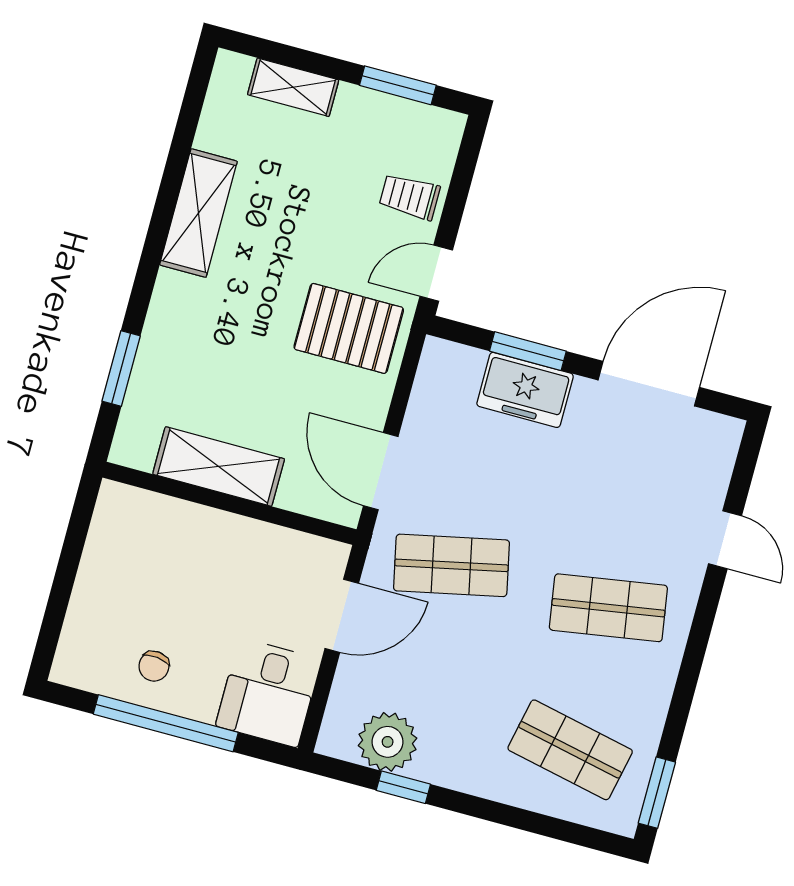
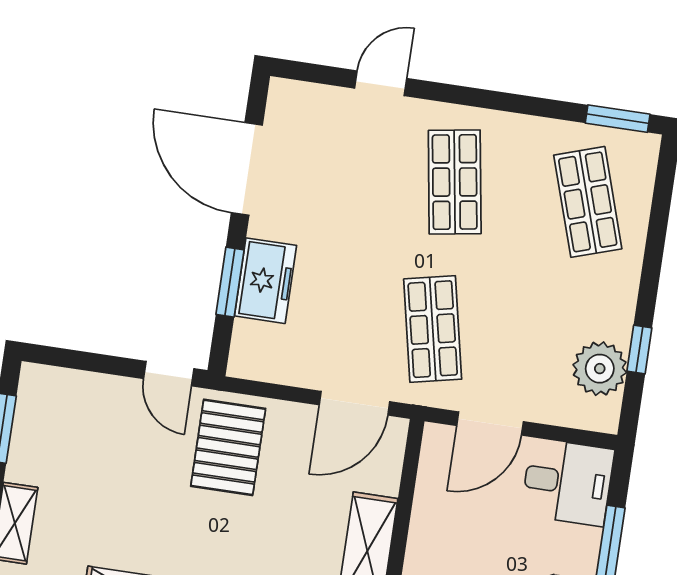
trolley: (410, 197) -> (102, 406), removed
door: (342, 616) -> (490, 424), swing flipped
shop shelf: (570, 750) -> (588, 202), turned -30

